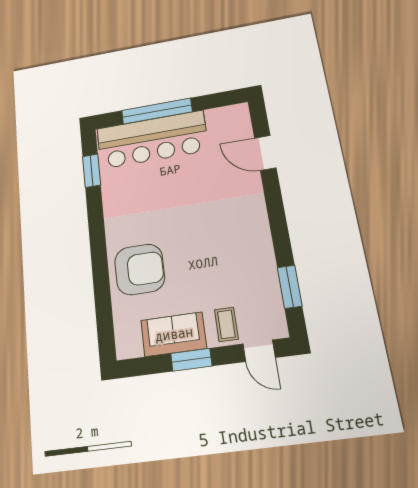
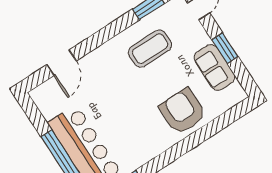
coffee table: (226, 324) -> (150, 49), moved, width x1.86, depth x1.72

